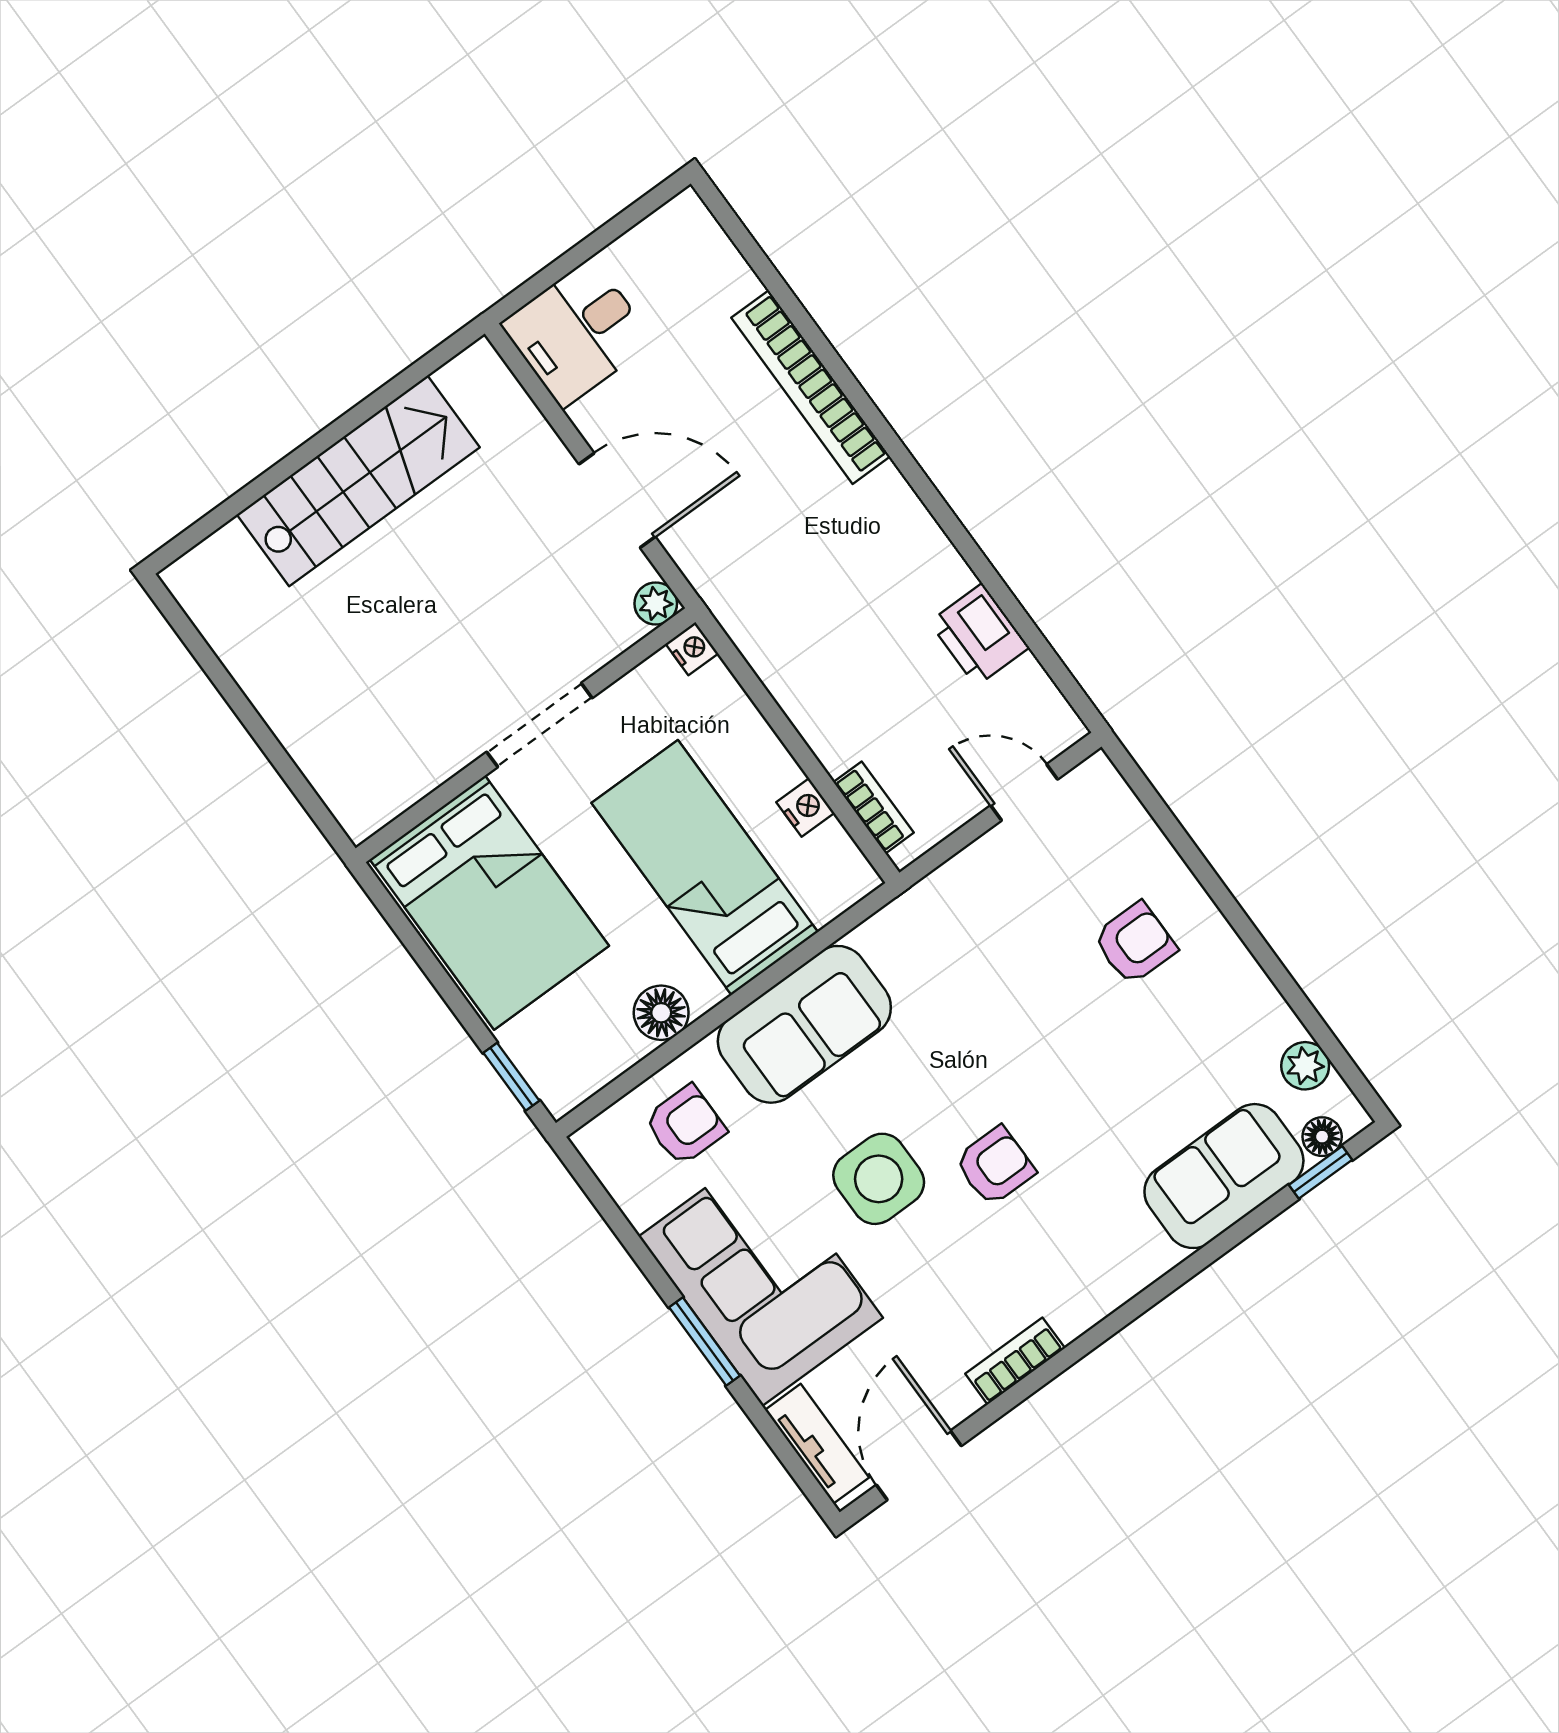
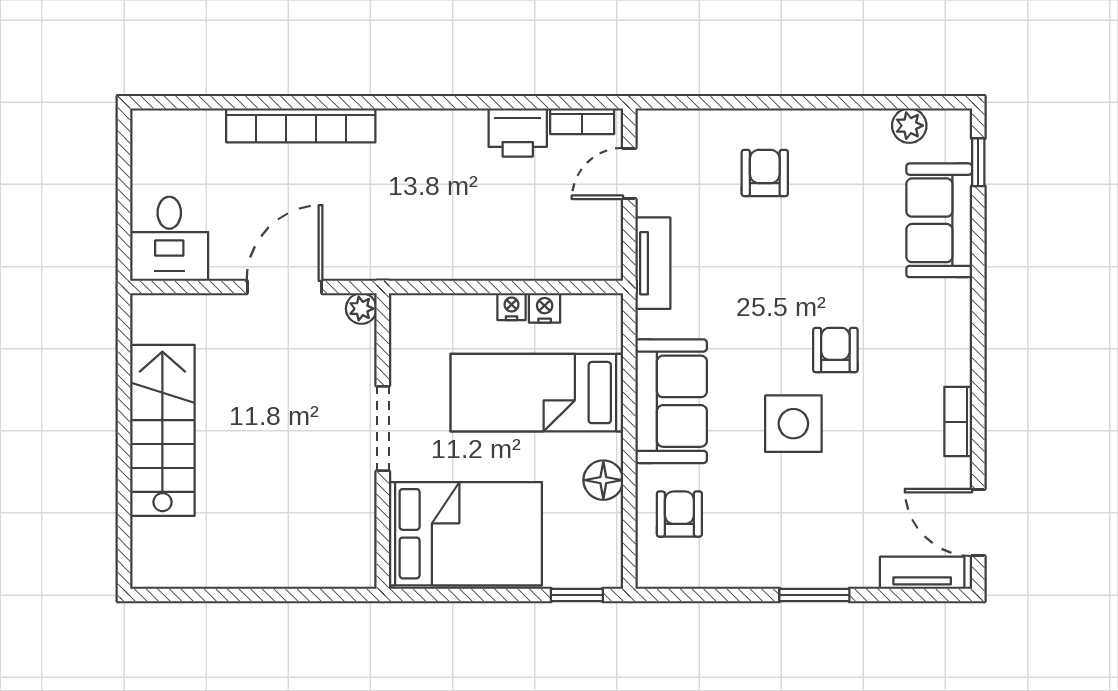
nightstand: (692, 649) -> (511, 307), moved
bookcase: (874, 807) -> (582, 121), moved, turned 180
tv unit: (943, 892) -> (653, 263), added
floor lamp: (1322, 1137) -> (958, 146), removed
corner sofa: (761, 1277) -> (801, 535), removed

